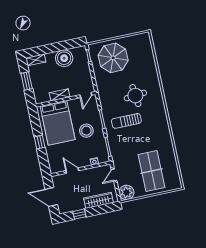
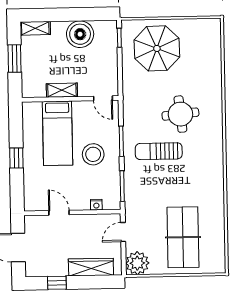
door: (86, 95) -> (103, 98), hinge flipped
bed: (58, 123) -> (58, 133), width x0.67

